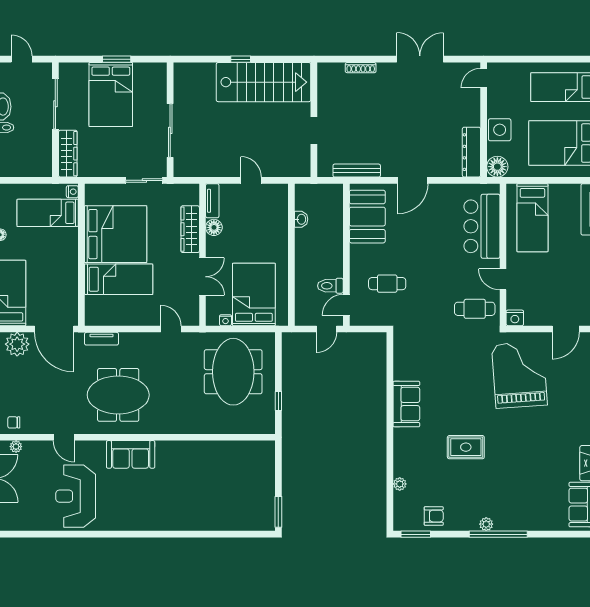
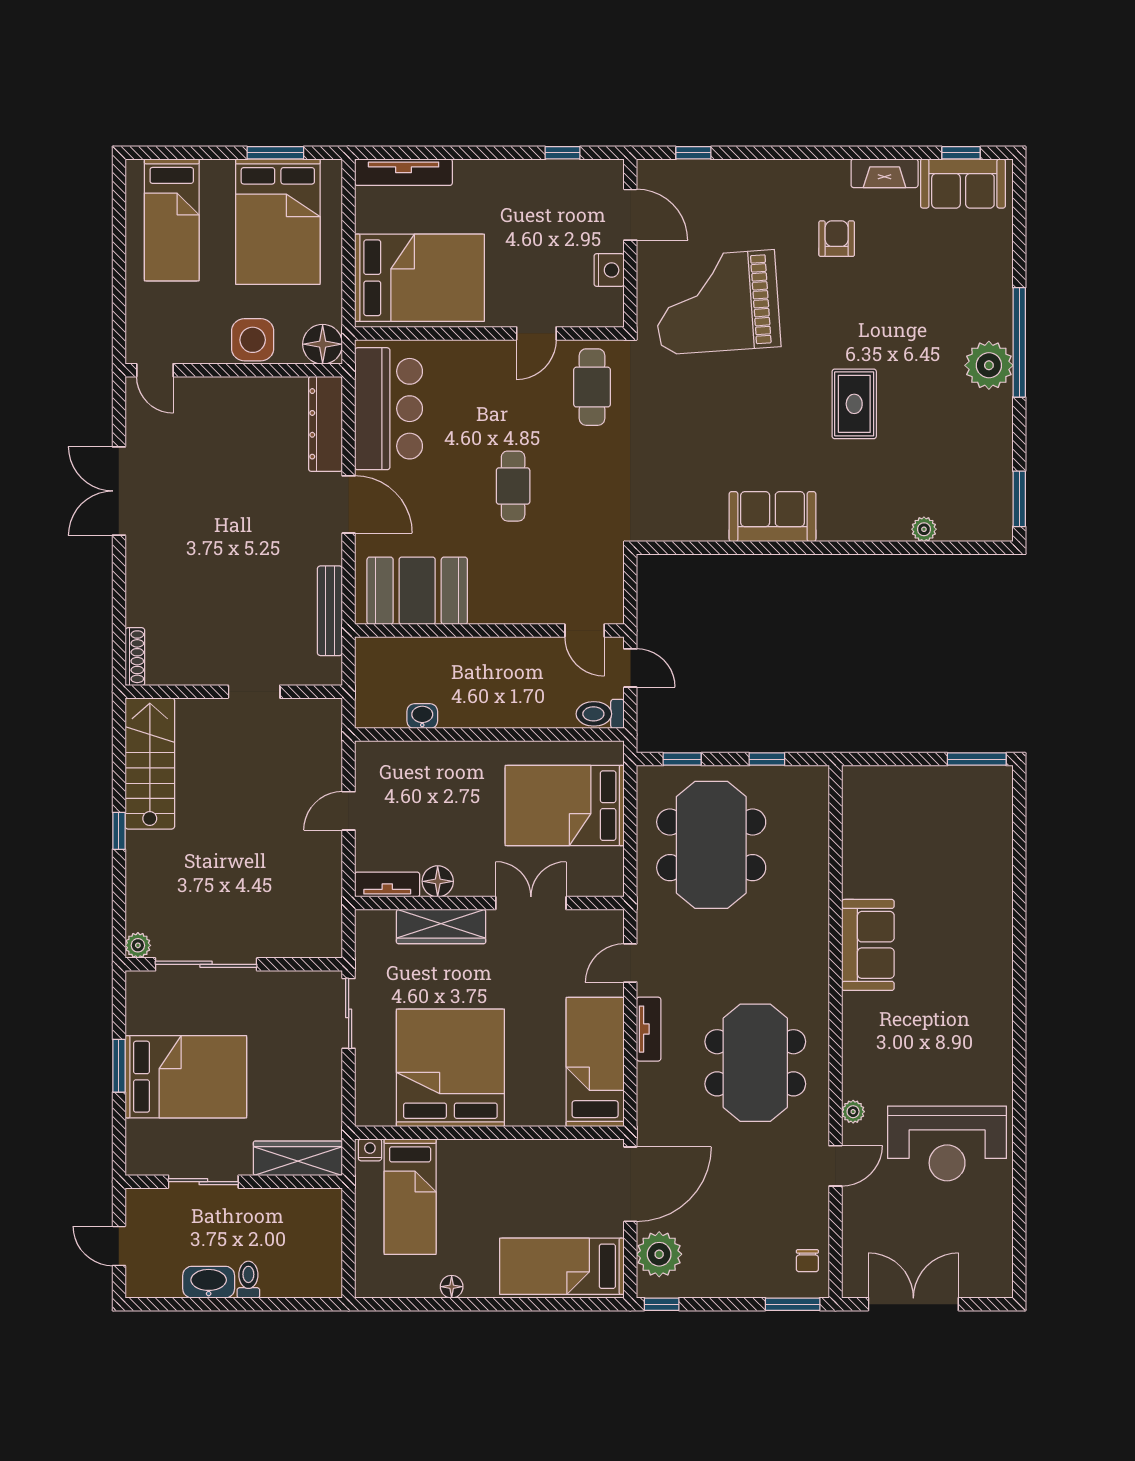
door: (22, 59) -> (119, 1246), hinge flipped
shoe rack: (361, 68) -> (135, 657), moved
plant: (180, 69) -> (138, 945), added
stairs: (264, 82) -> (150, 763), width x0.73, depth x0.66
sliding door: (55, 104) -> (203, 1182), width x0.73
sliding door: (170, 130) -> (206, 964), moved
dresser: (471, 152) -> (326, 424), moved, turned 90
bed: (532, 218) -> (419, 278), width x1.50
bar counter: (482, 226) -> (389, 409), moved, turned -90
bed: (119, 279) -> (595, 1062), moved
cafe table: (387, 284) -> (513, 486), moved
toilet: (330, 286) -> (600, 714), moved, turned 90
nightstand: (515, 318) -> (609, 270), moved
nightstand: (226, 320) -> (614, 859), removed
tv unit: (101, 339) -> (649, 1029), moved
window: (278, 356) -> (682, 759), added
meeting table: (233, 372) -> (711, 845), turned 90
plant: (16, 447) -> (853, 1112), moved
sofa: (131, 454) -> (868, 945), moved
armchair: (434, 516) -> (837, 239), moved
plant: (486, 524) -> (989, 365), width x1.88, depth x1.88

